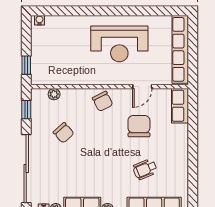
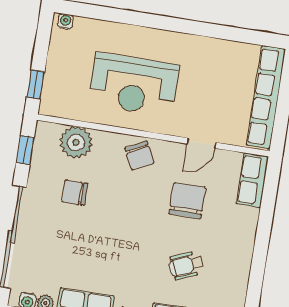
reception desk: (119, 44) -> (134, 84), moved
plant: (54, 94) -> (76, 142), width x1.88, depth x1.88
chair: (64, 133) -> (75, 193), turned 132

